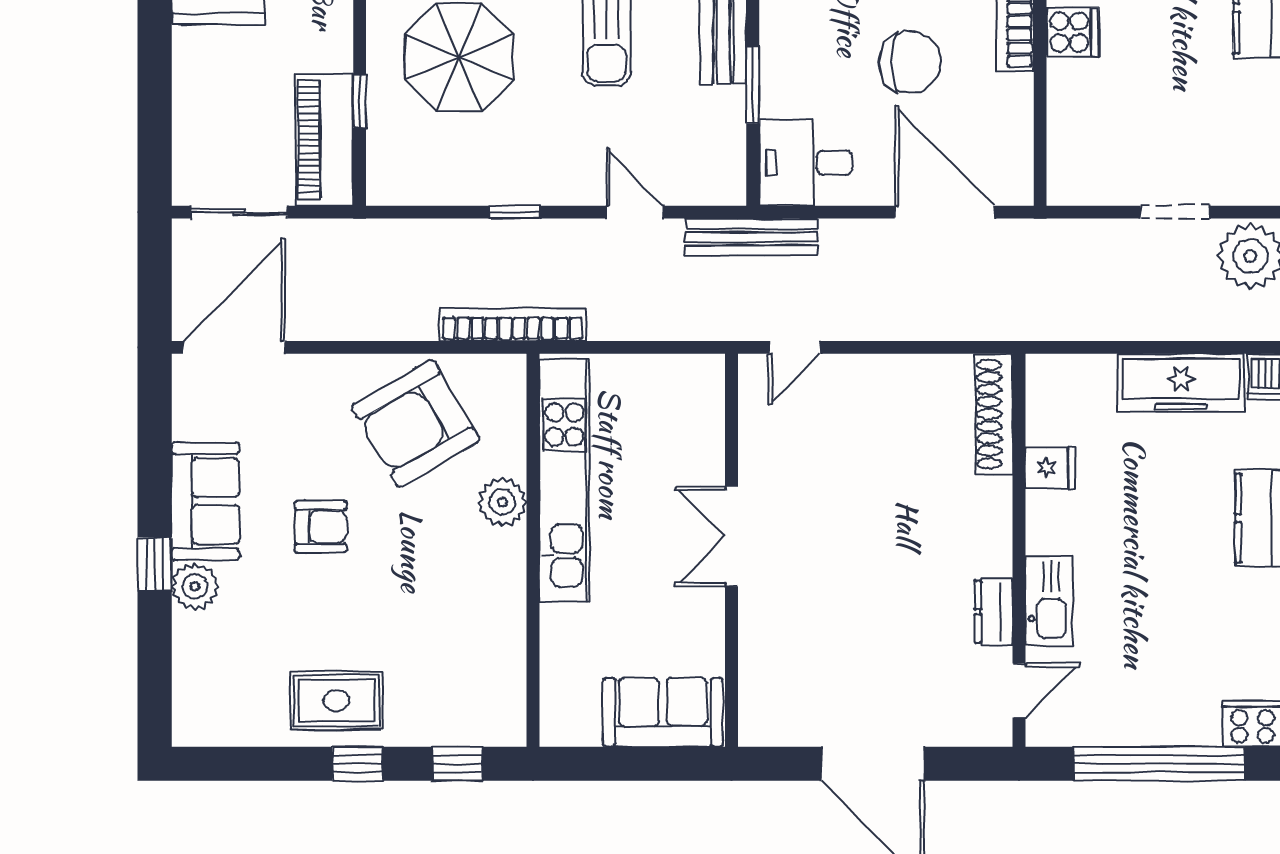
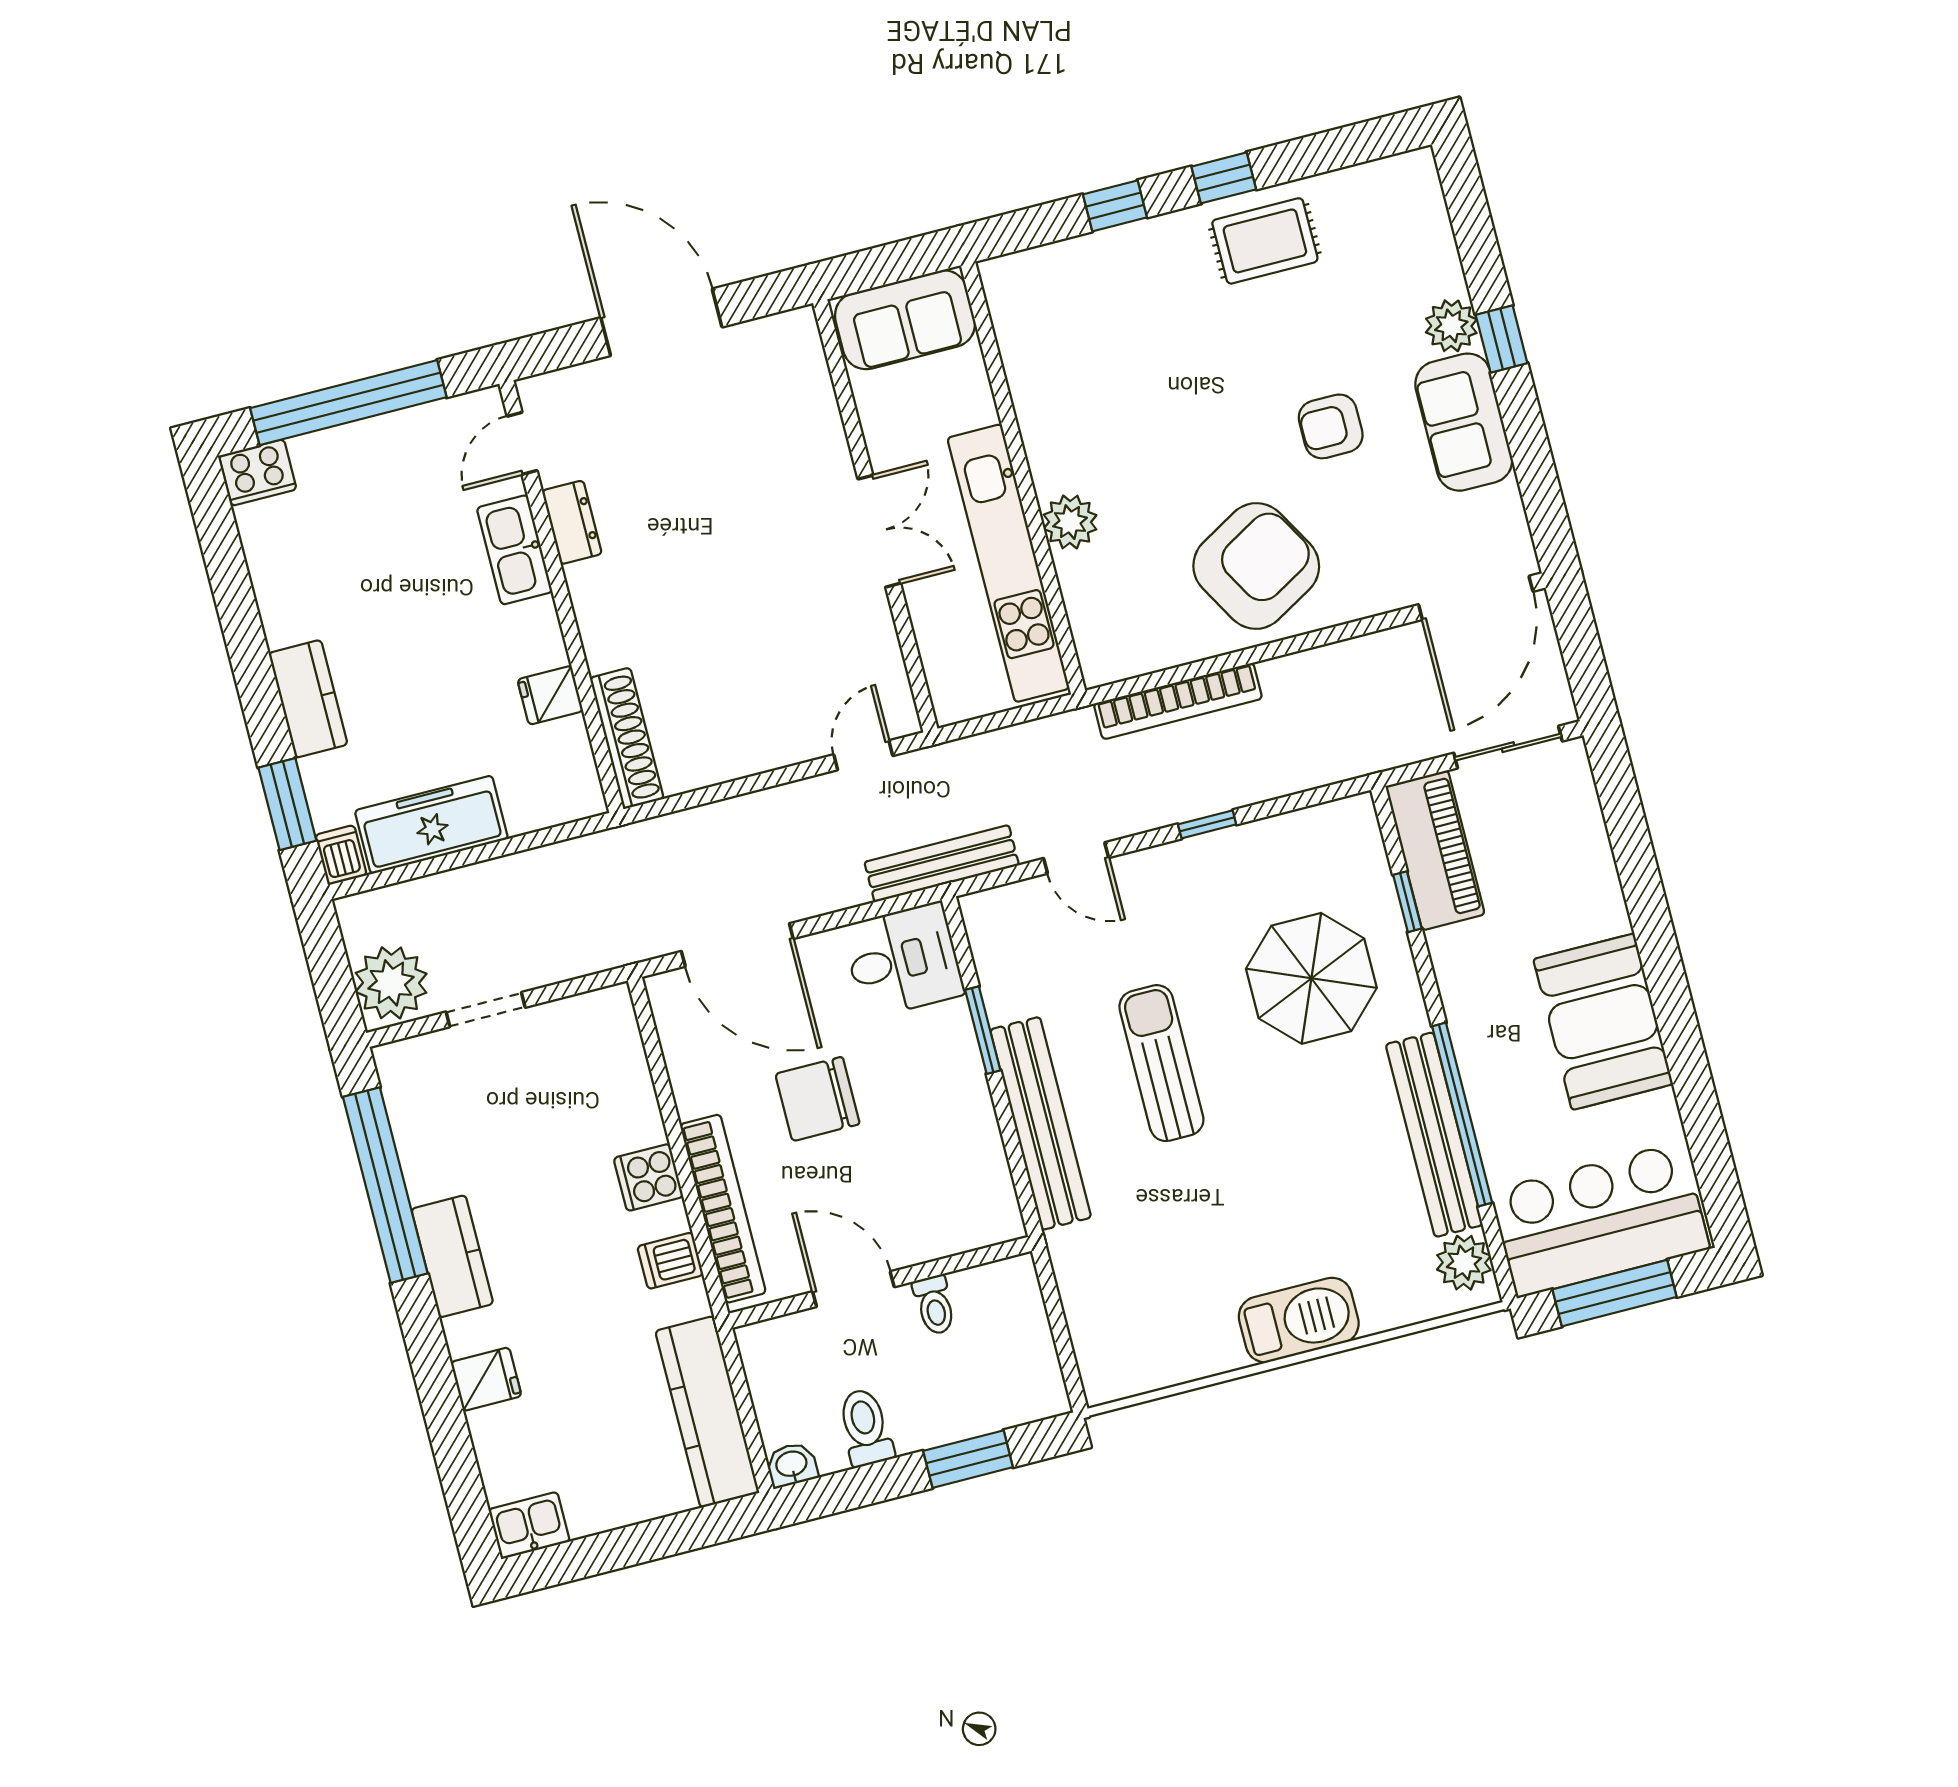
kitchen unit: (564, 480) -> (1008, 563), moved
plant: (502, 502) -> (1070, 522), moved
wall: (533, 550) -> (1023, 478), moved

